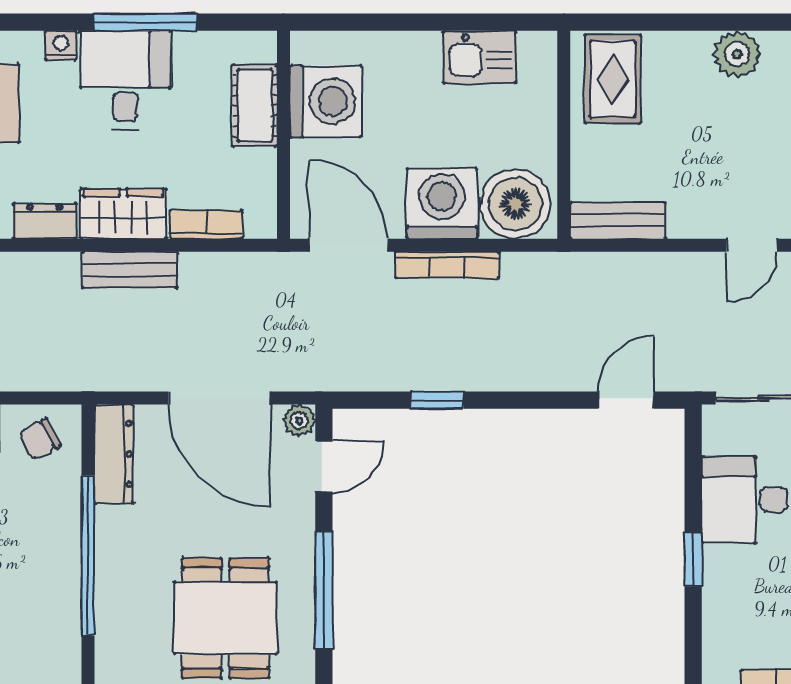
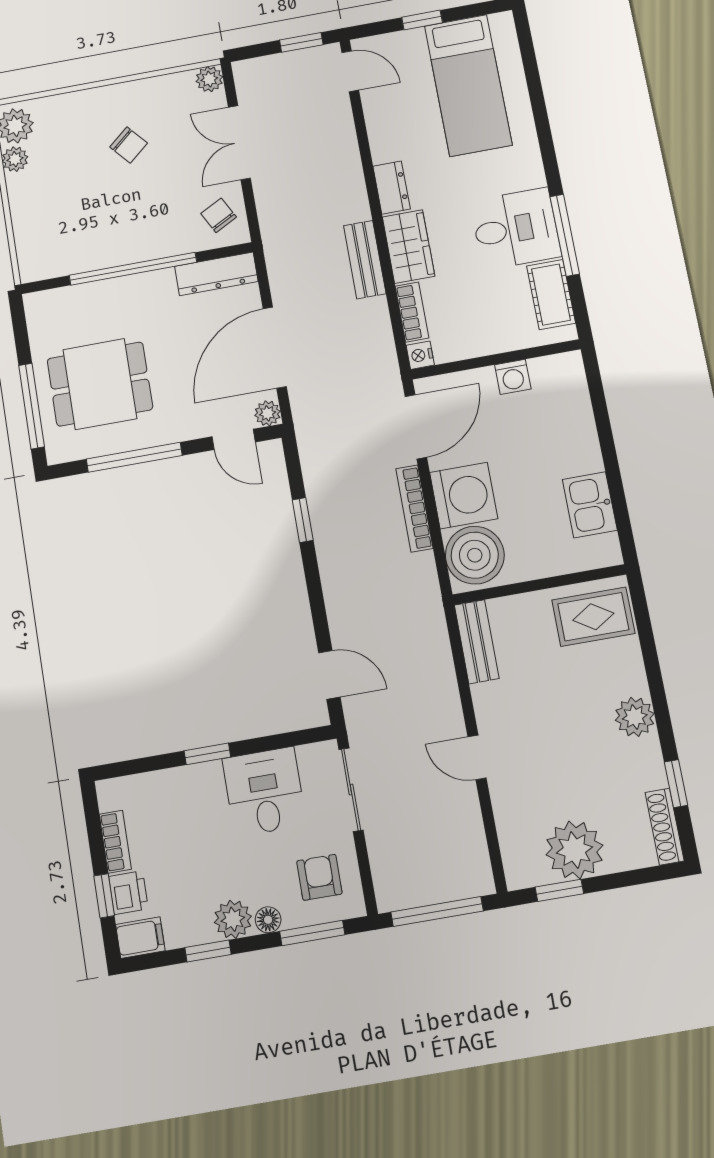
nightstand: (61, 45) -> (420, 355), moved, turned 180
washing machine: (325, 101) -> (513, 377), width x0.53, depth x0.53
cot: (255, 106) -> (551, 295), moved, turned 90

